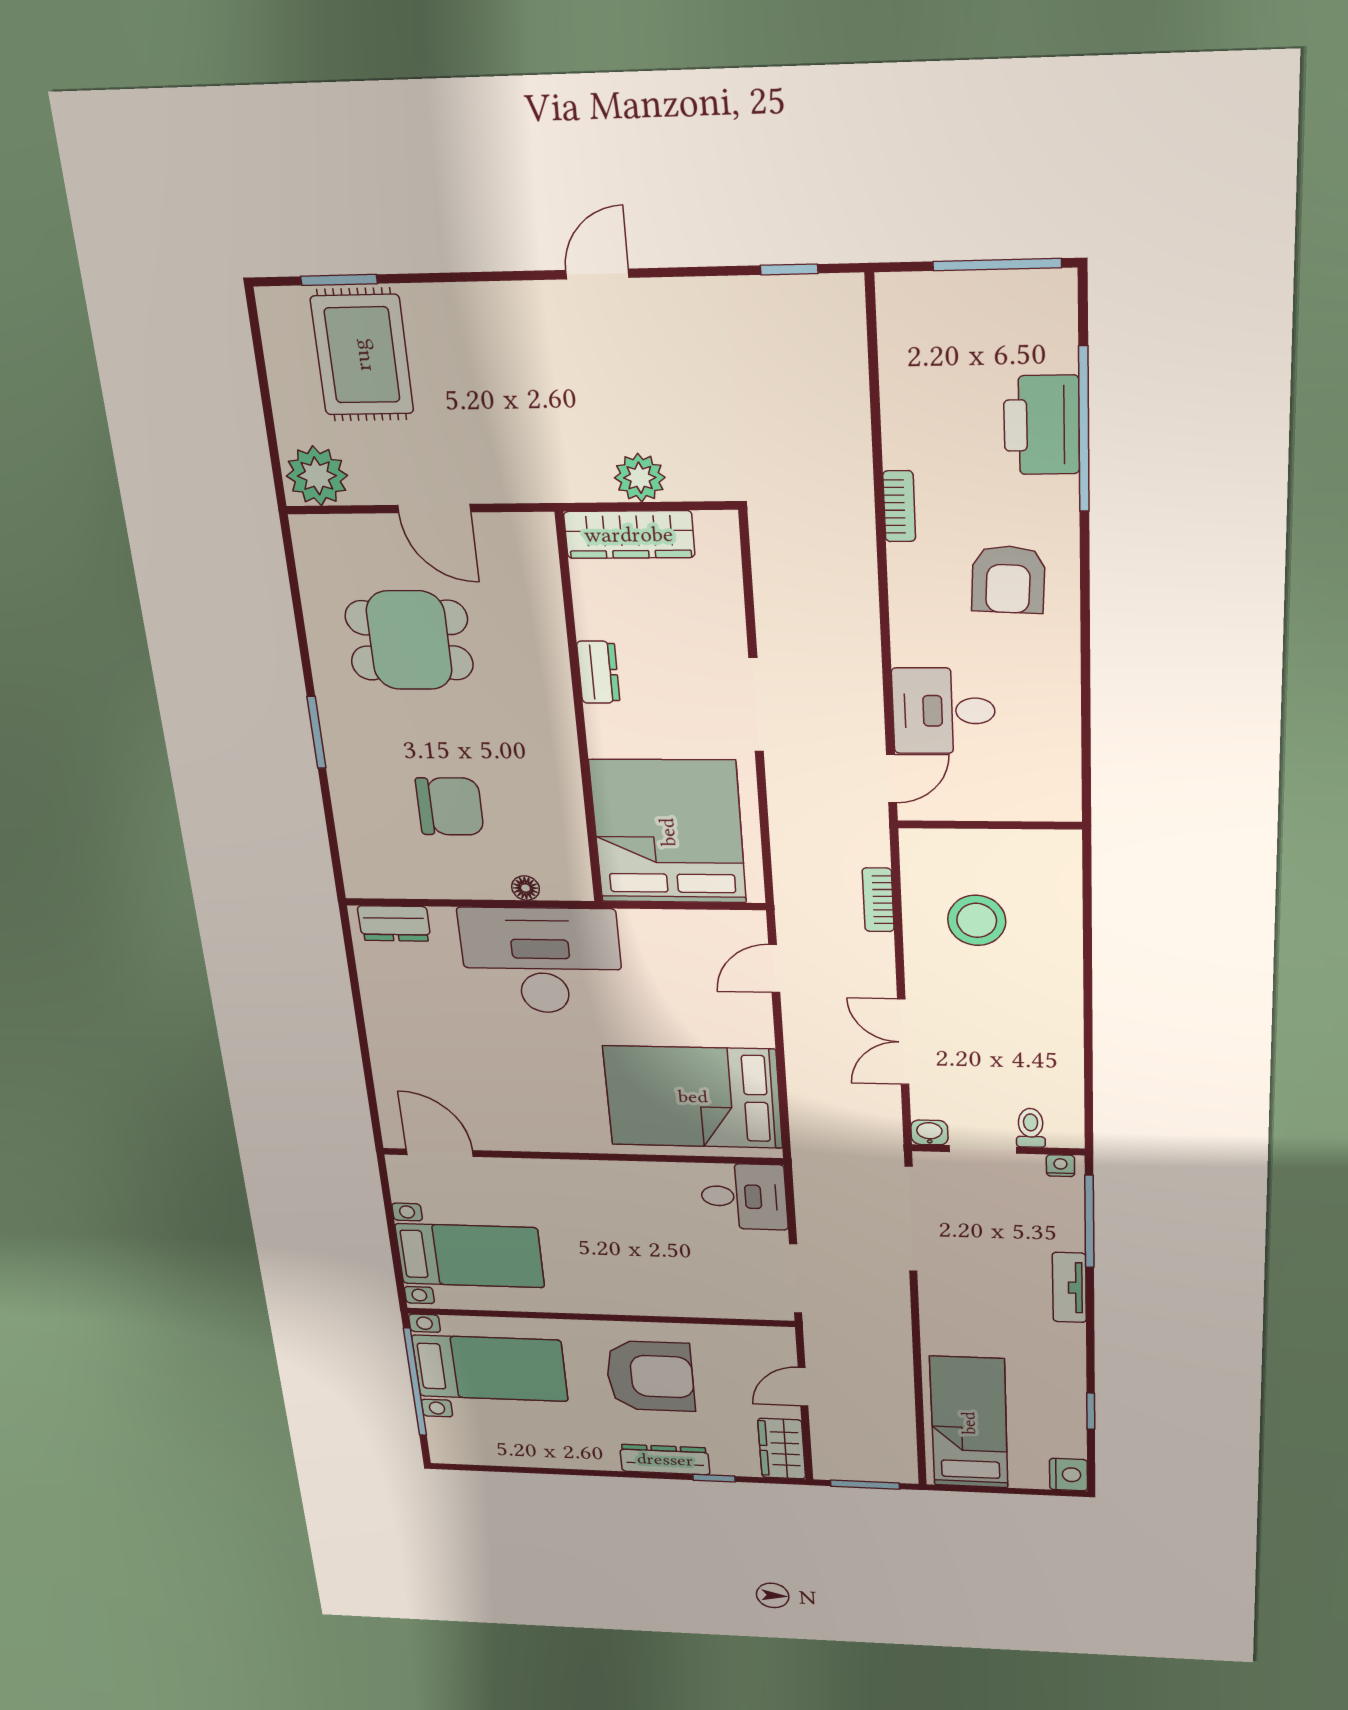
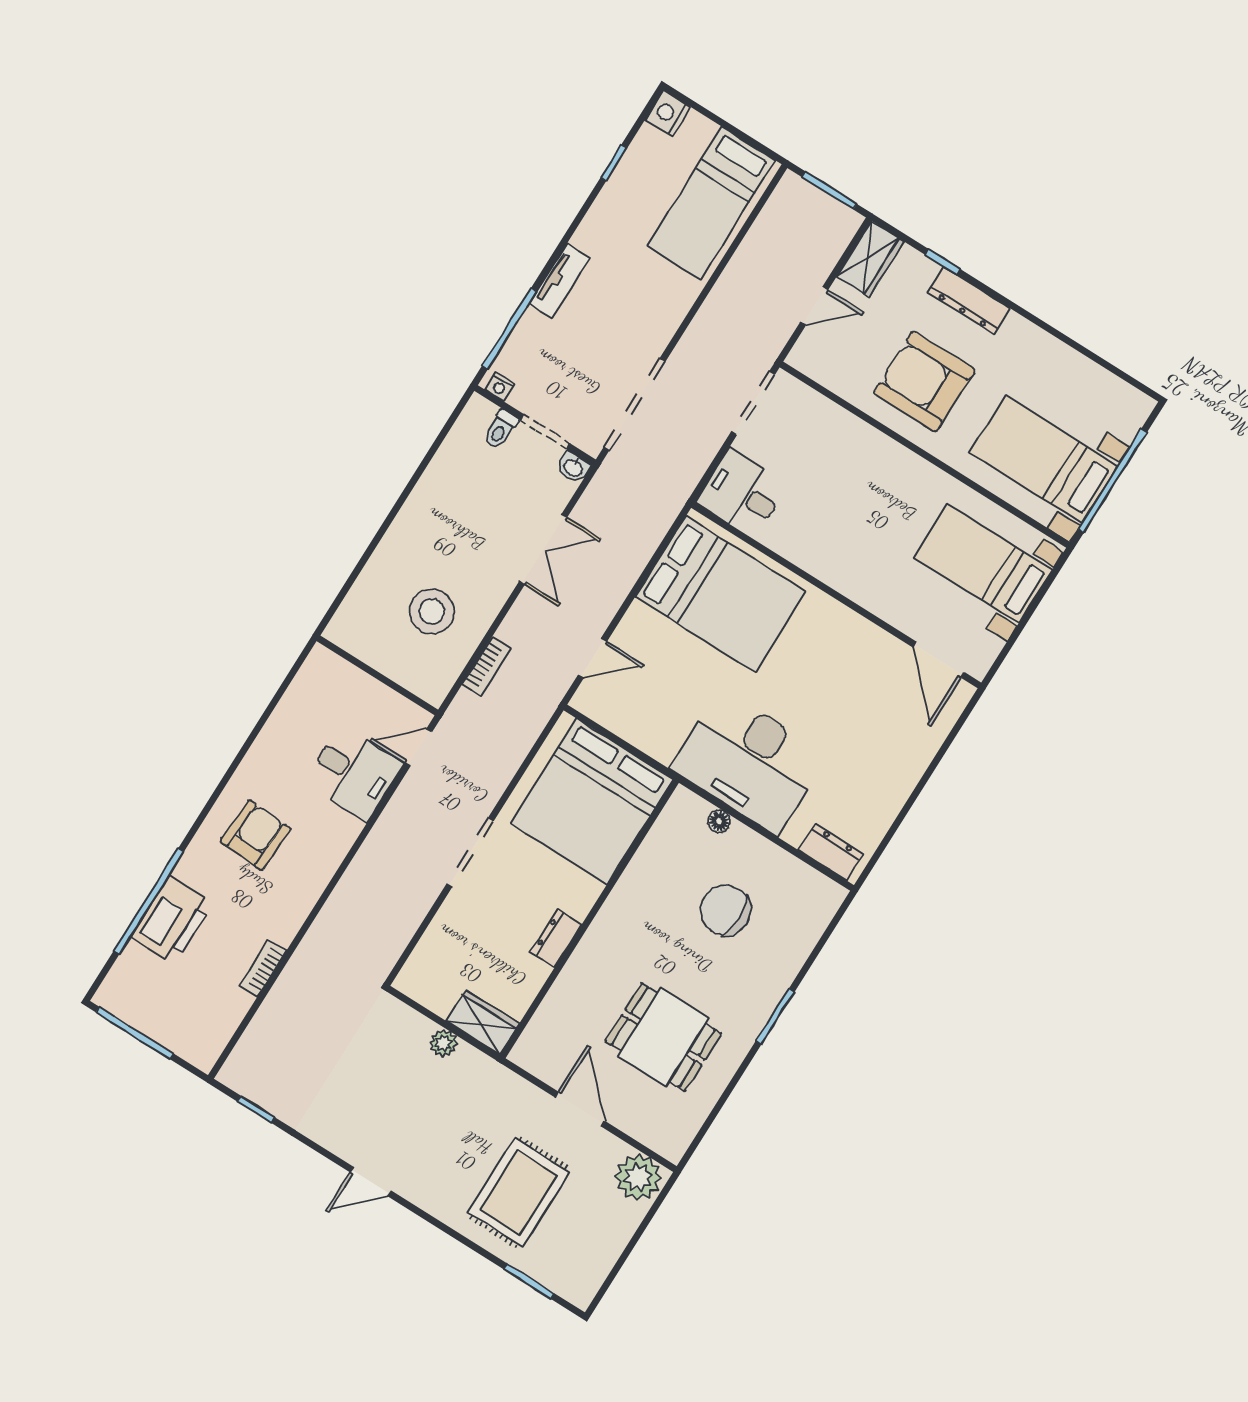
rug: (362, 355) -> (519, 1192), moved
plant: (640, 478) -> (443, 1043), width x0.73, depth x0.73
bookcase: (899, 506) -> (263, 968), moved
wardrobe: (629, 535) -> (483, 1022), width x0.67

